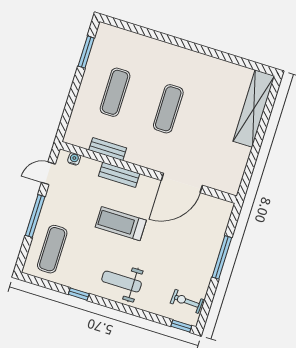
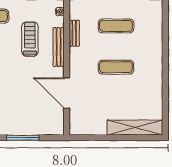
bench: (119, 175) -> (59, 47), width x1.36
treadmill: (121, 224) -> (30, 39), moved

